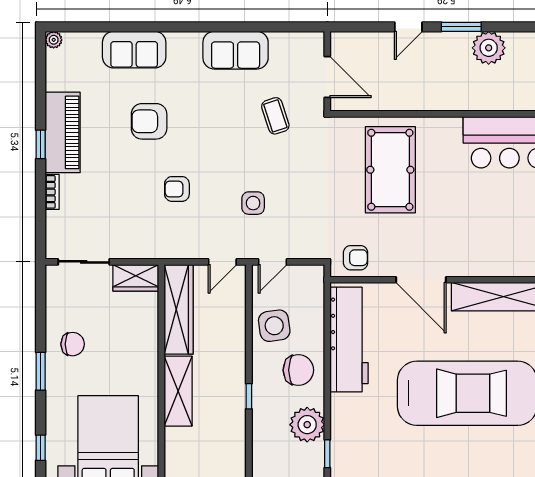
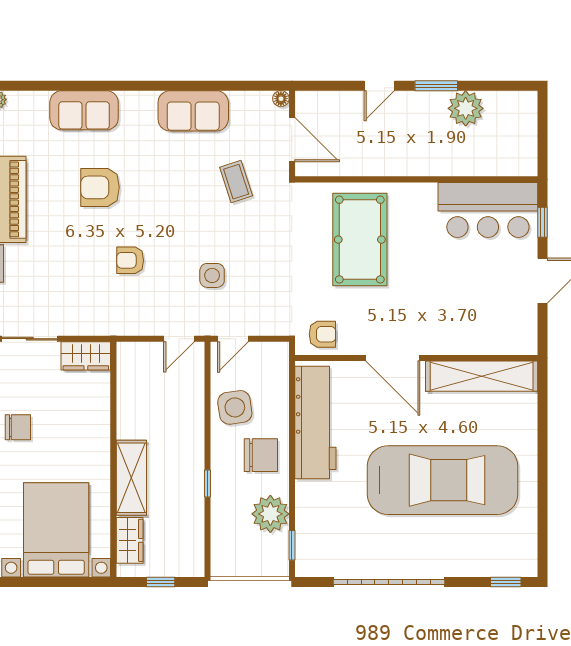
floor lamp: (317, 39) -> (281, 99), added
wardrobe: (179, 309) -> (130, 540), moved, width x0.48, depth x0.85

